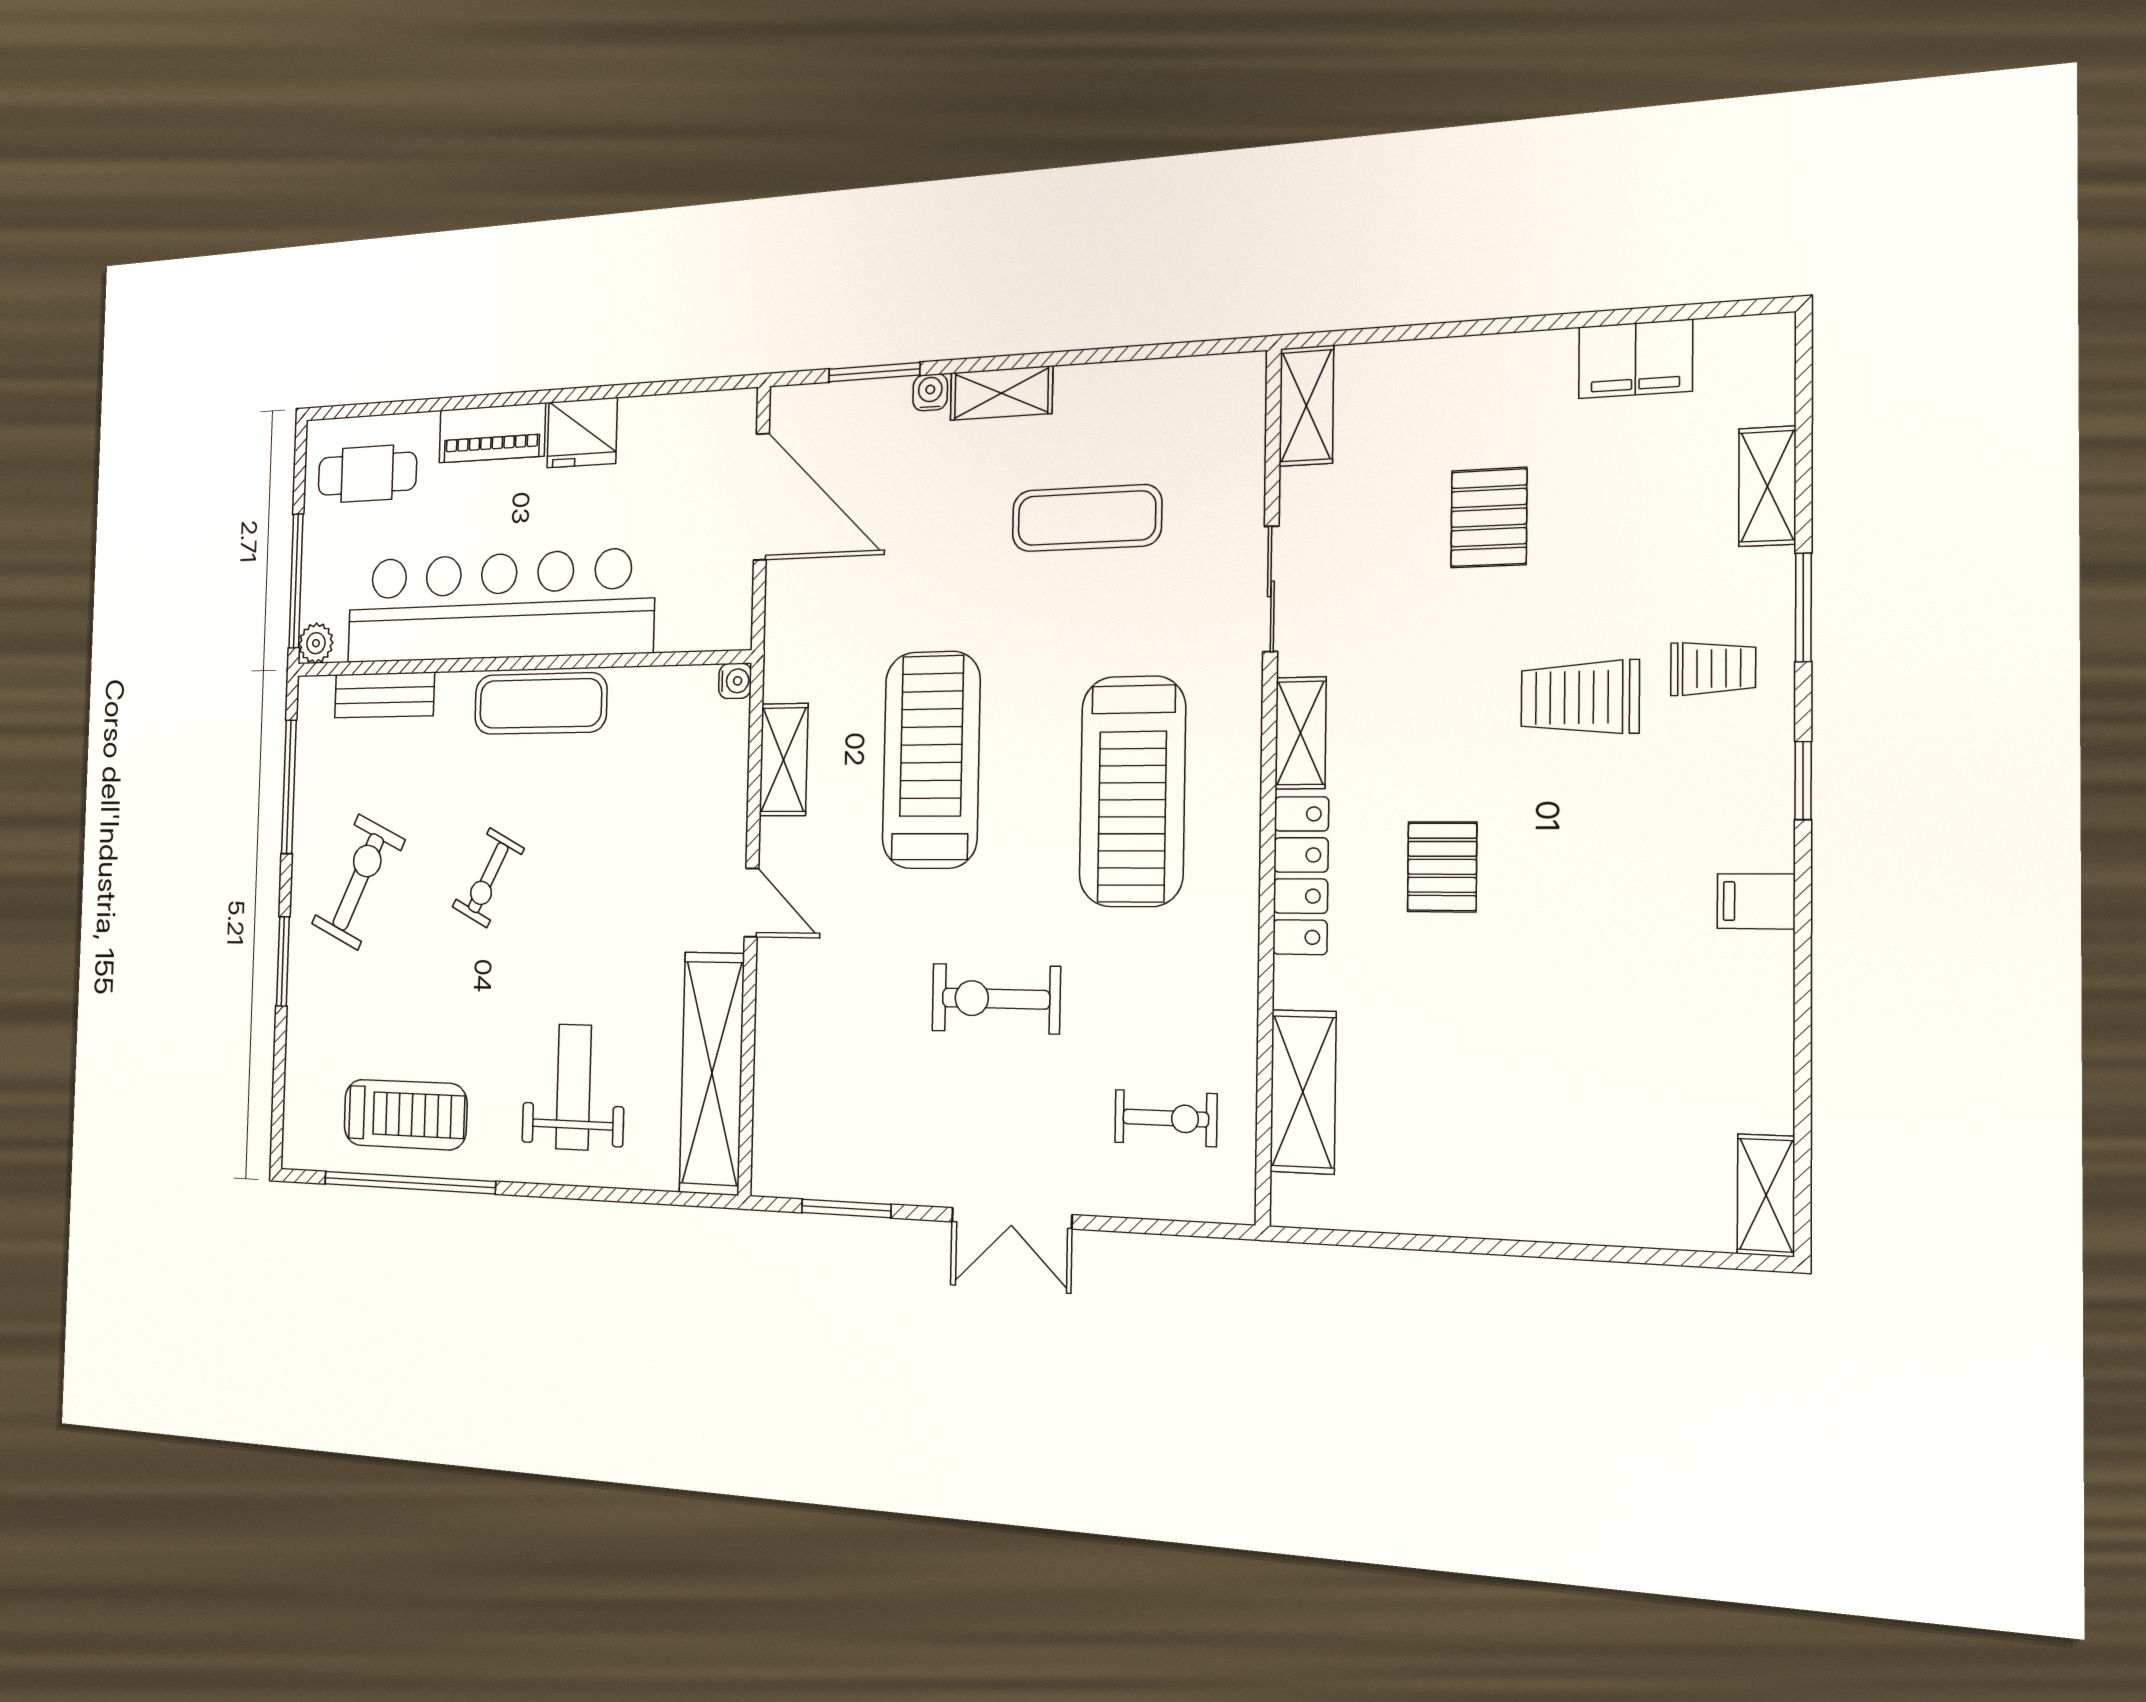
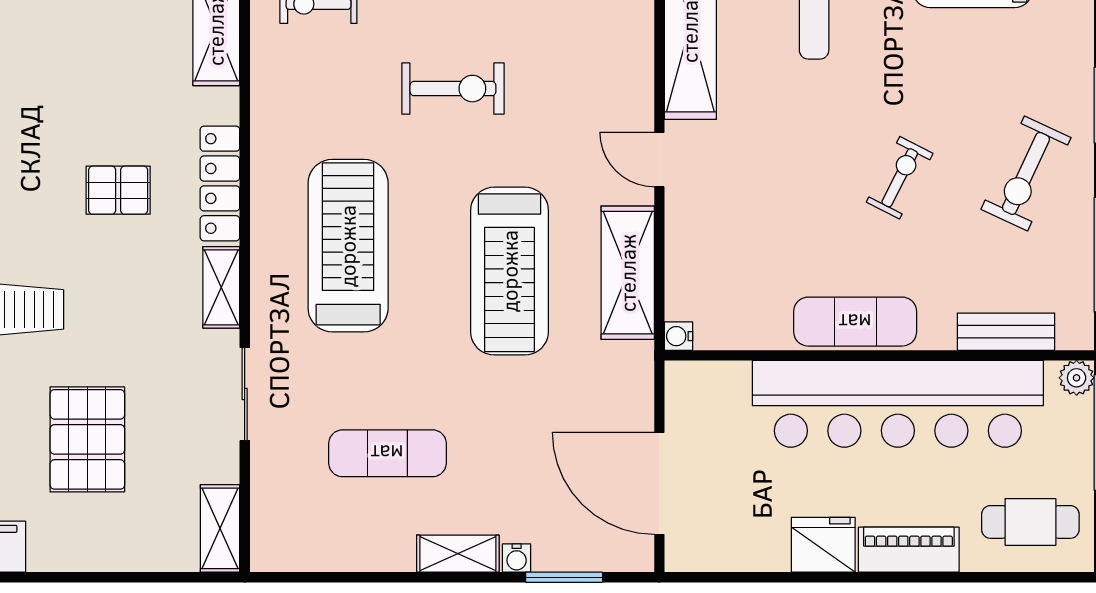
pallet: (1489, 518) -> (87, 439), width x1.50, depth x1.42
shelving: (784, 760) -> (628, 273), width x1.50, depth x1.33
pallet: (1442, 867) -> (118, 190), turned 90

